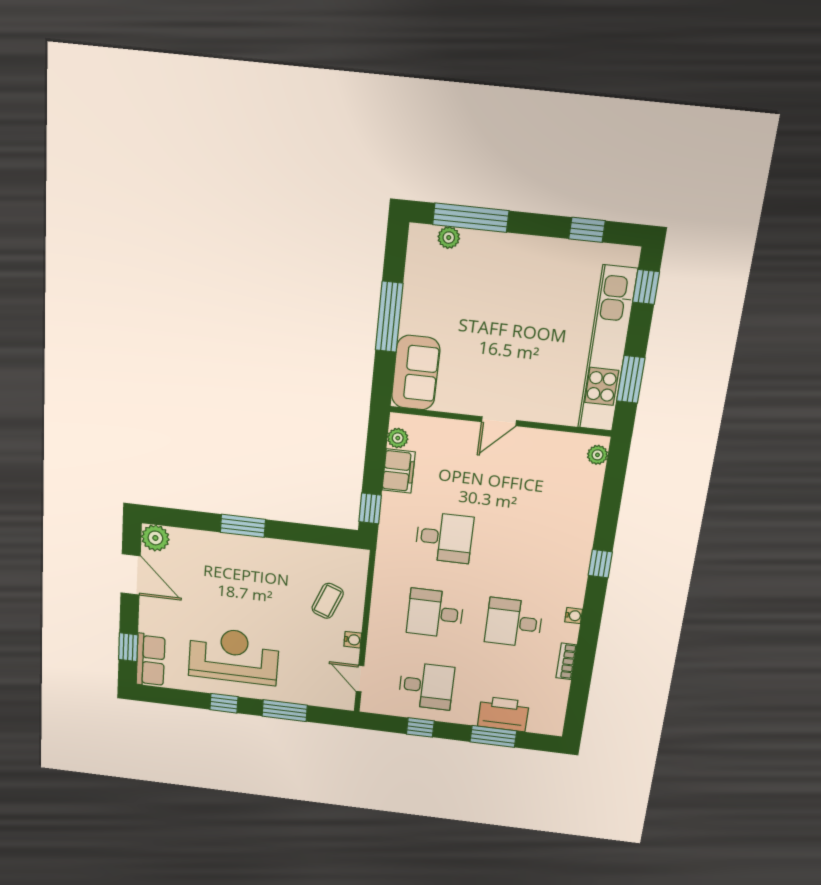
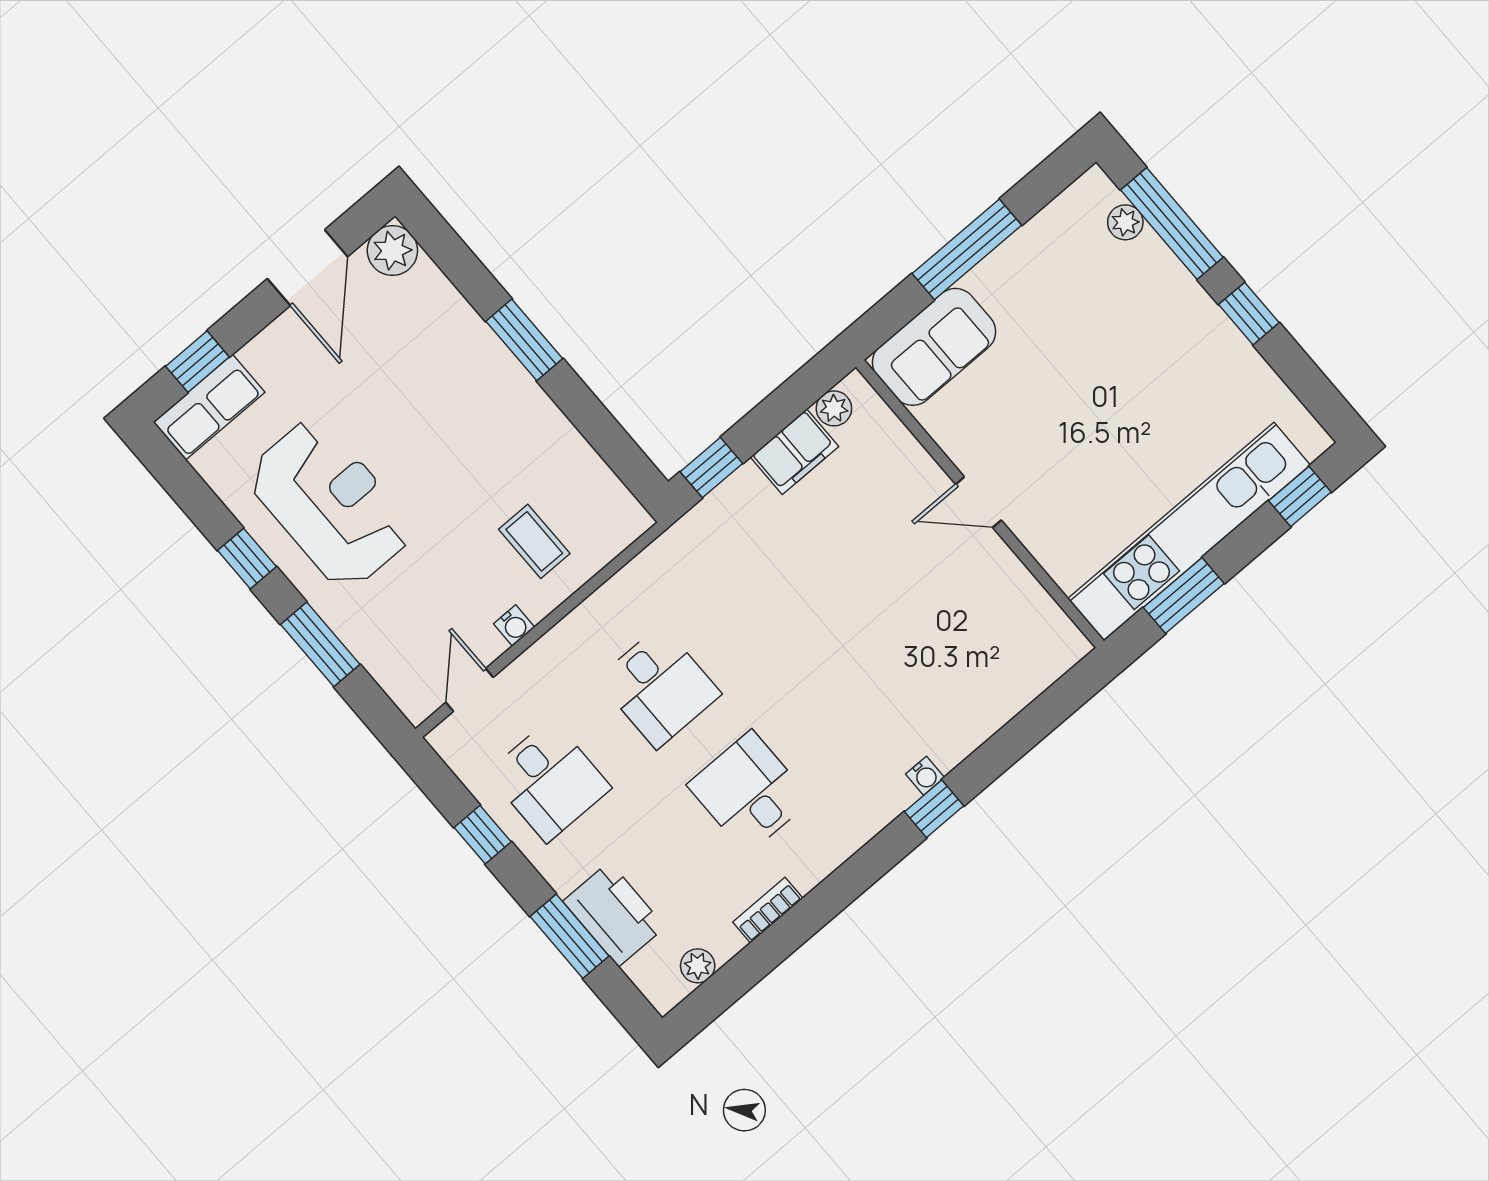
window: (587, 230) -> (1249, 314), moved
plant: (597, 455) -> (698, 966), moved
desk: (444, 538) -> (769, 593), removed
coffee table: (328, 601) -> (534, 541), turned 69
desk: (435, 613) -> (659, 687), turned 180
water cooler: (574, 616) -> (925, 776), moved

